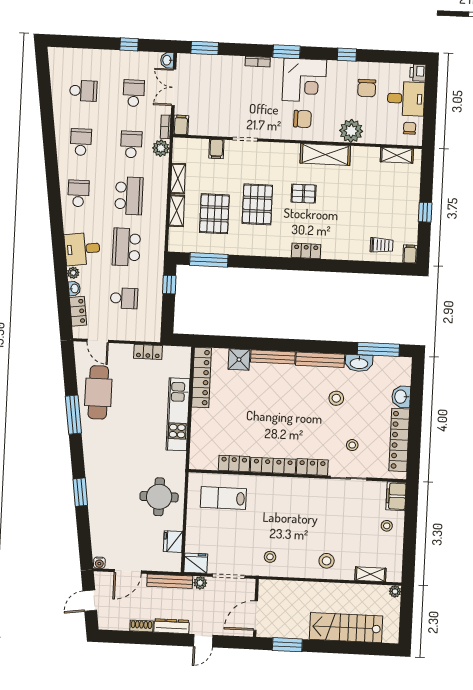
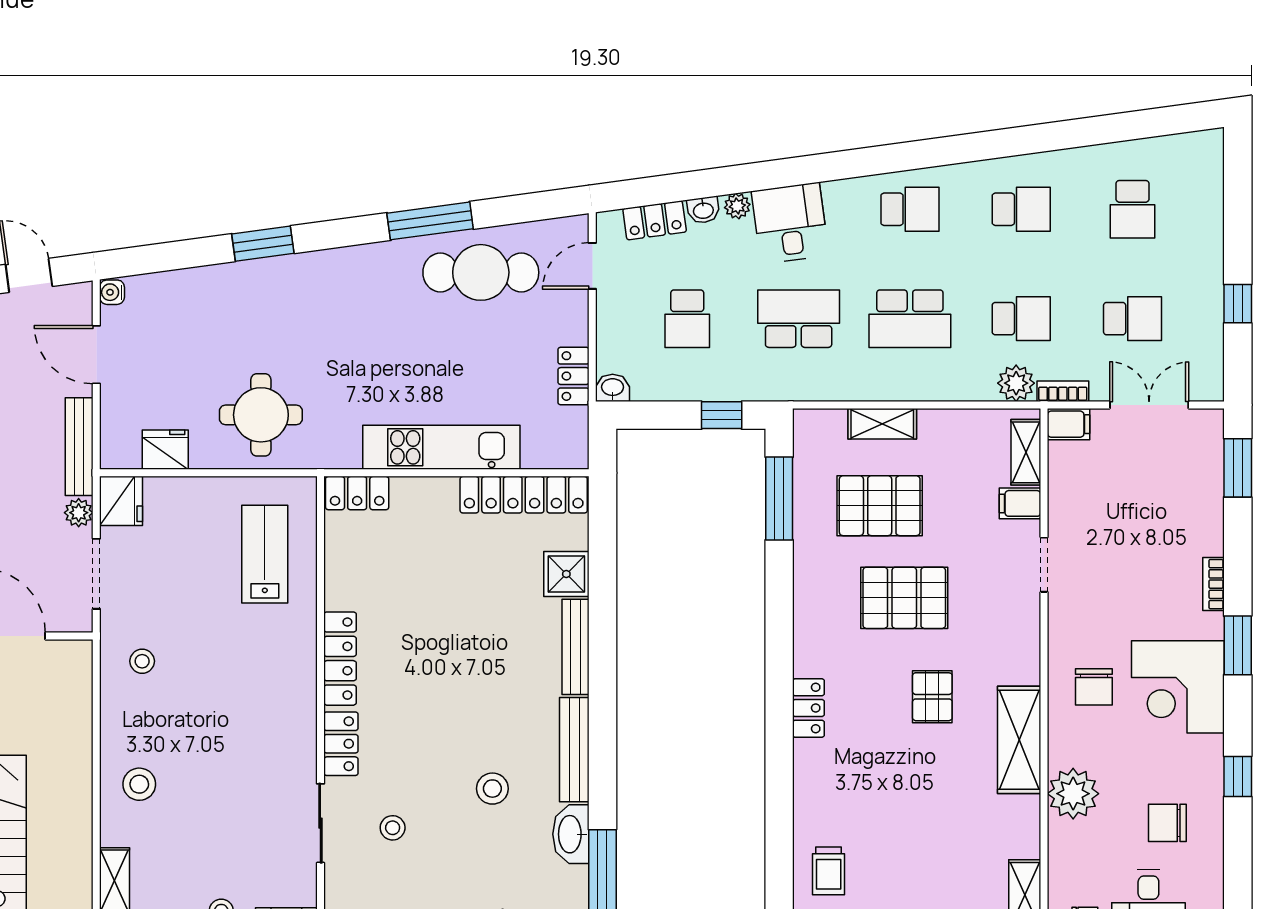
washbasin: (167, 60) -> (613, 388), moved
shelving: (178, 179) -> (1026, 452), moved, turned 90
locker: (234, 463) -> (357, 493), moved, turned 90

